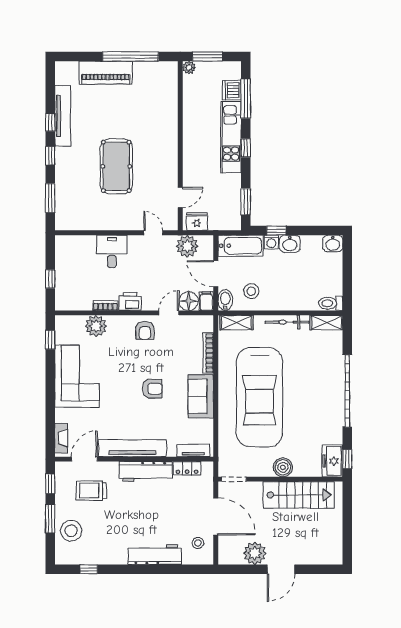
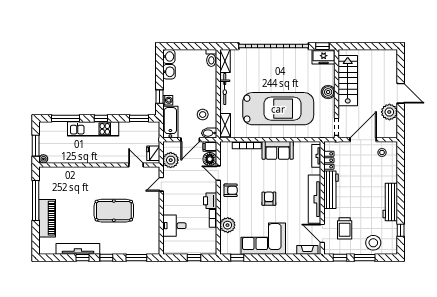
dishwasher: (232, 90) -> (60, 128), removed
washbasin: (290, 244) -> (169, 72), moved
desk: (112, 251) -> (174, 226), moved
armchair: (152, 389) -> (269, 199), moved
garage door: (347, 391) -> (274, 46), width x1.36
workbench: (155, 555) -> (390, 202), moved

